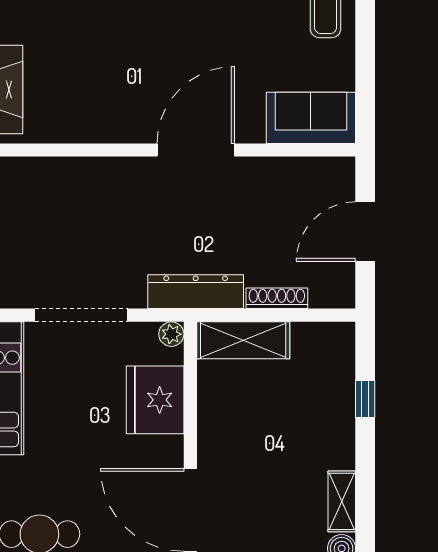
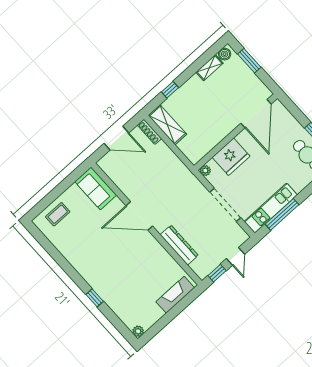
dresser: (196, 292) -> (179, 245), moved, turned 180
shoe rack: (277, 298) -> (149, 132), moved
shelving: (243, 340) -> (167, 125), moved

